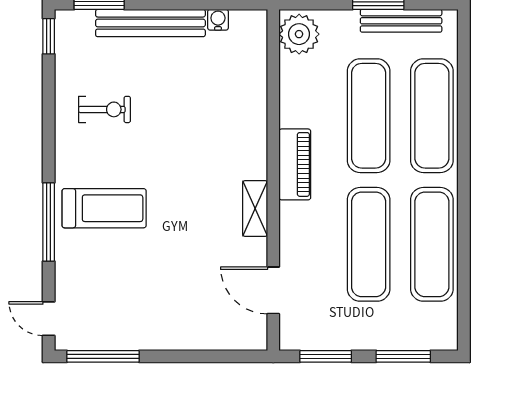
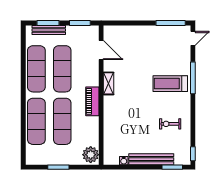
bench: (401, 21) -> (49, 30), moved
door: (49, 319) -> (193, 38), hinge flipped

